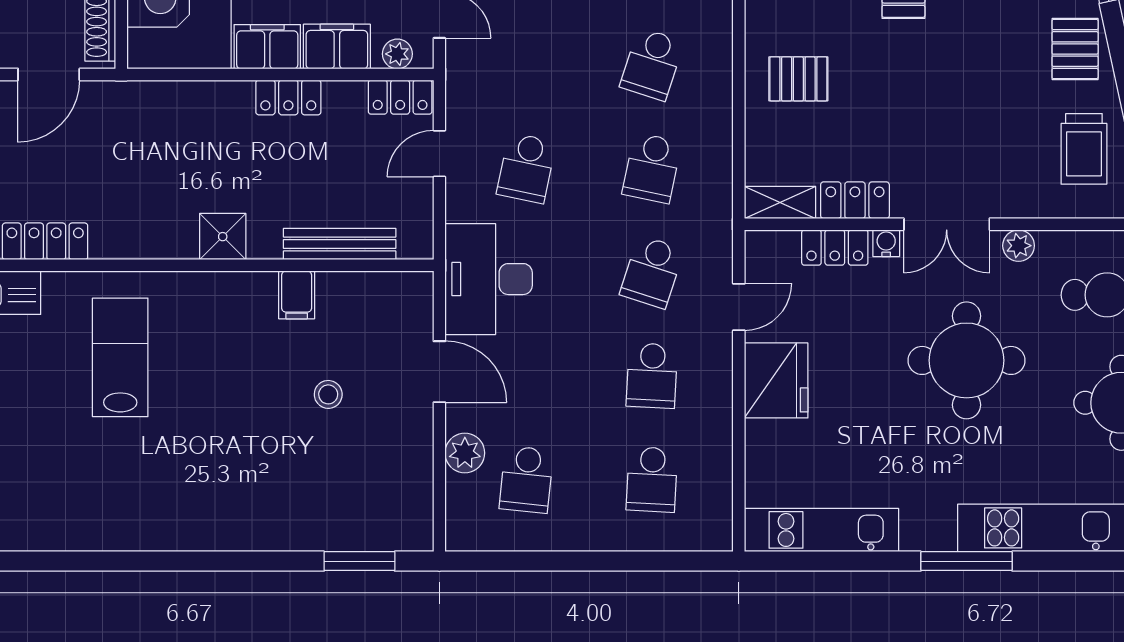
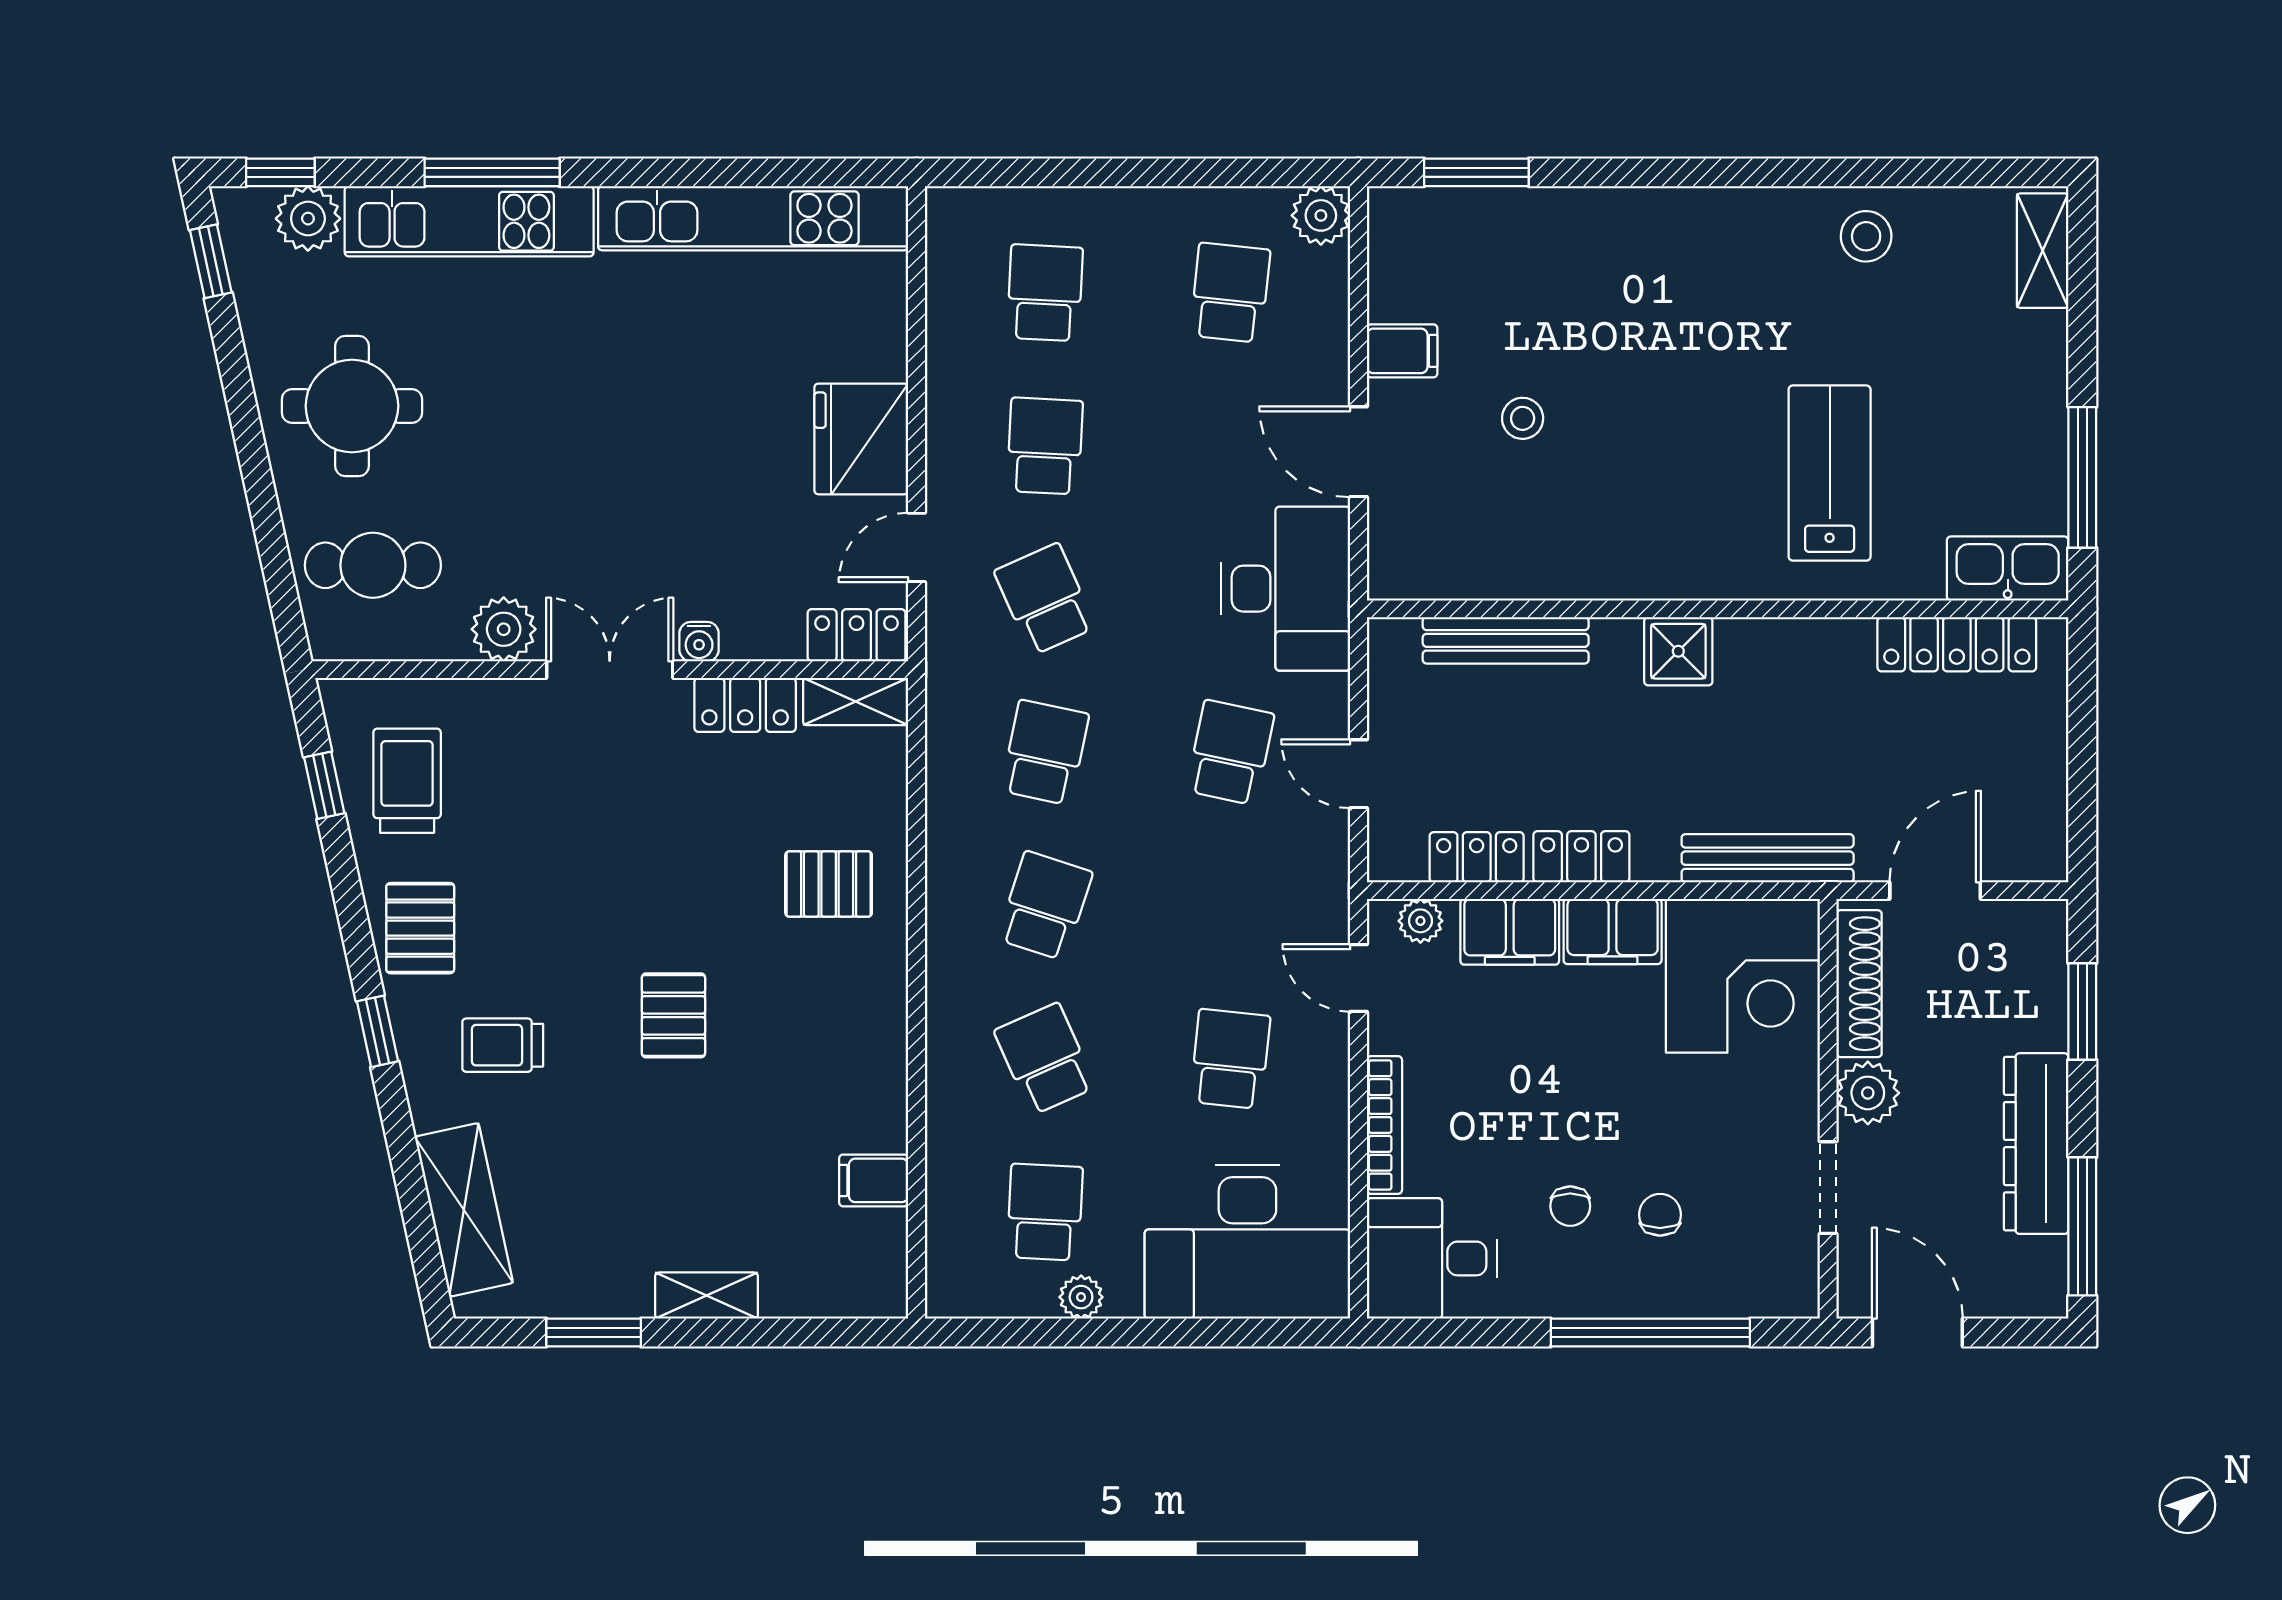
bench: (162, 96) -> (1768, 858), added
locker: (400, 97) -> (1477, 857), moved
door: (439, 154) -> (1358, 774), swing flipped
plant: (1019, 246) -> (504, 629), width x1.38, depth x1.38
locker: (835, 247) -> (857, 635), moved
school desk: (652, 272) -> (1045, 599), turned -42
filing cabinet: (297, 295) -> (1402, 351), moved, turned 90
lab bench: (120, 357) -> (1830, 473), turned 180
round table: (967, 360) -> (580, 468), removed
plant: (465, 453) -> (1321, 215), moved
stool: (95, 518) -> (1866, 236), added
kitchen unit: (821, 530) -> (753, 218), width x1.36
window: (967, 561) -> (492, 172), moved

